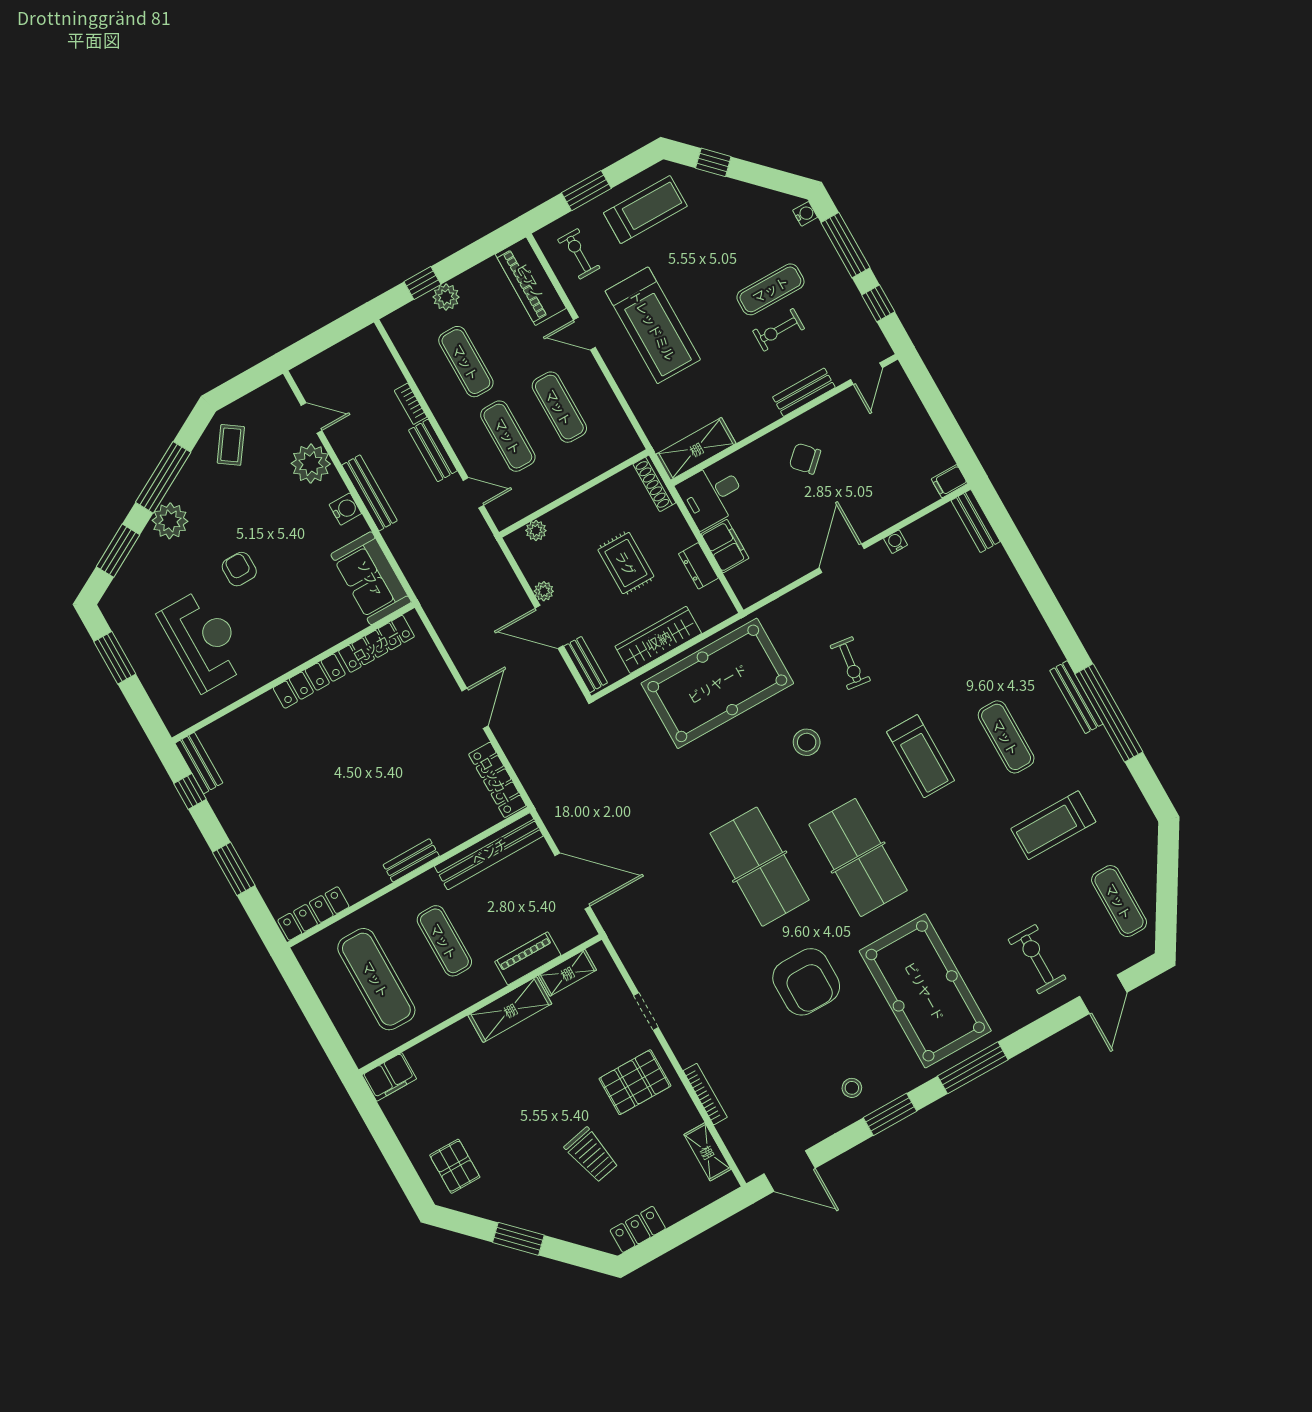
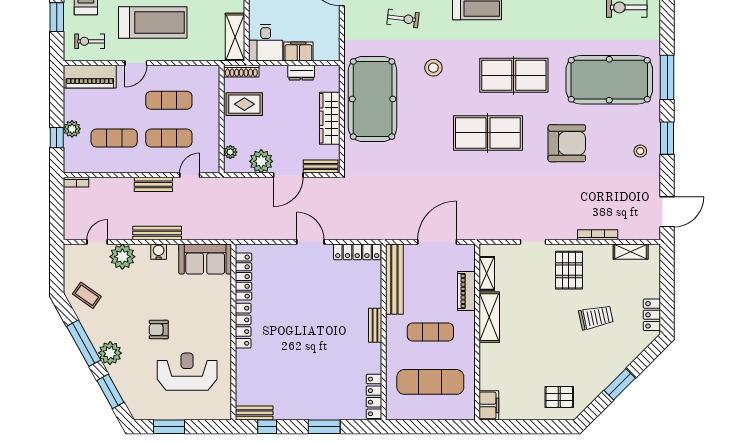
bookcase: (411, 404) -> (76, 182), moved
rug: (626, 563) -> (244, 104), moved
plant: (544, 591) -> (261, 161), width x1.87, depth x1.87

